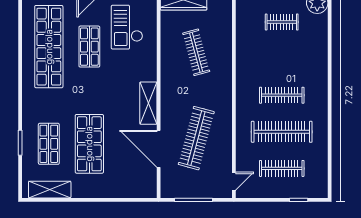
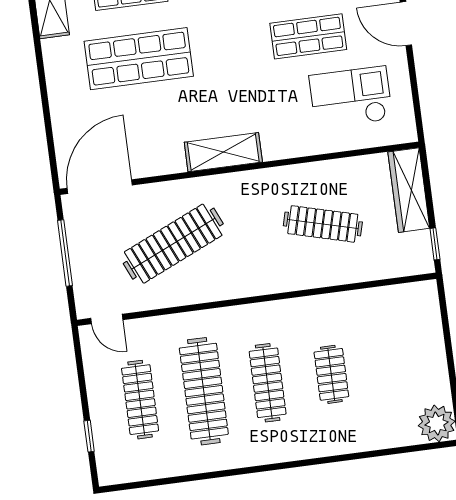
clothes rail: (282, 22) -> (331, 374), moved
clothes rail: (196, 52) -> (323, 224), turned 30
clothes rail: (196, 138) -> (173, 244), turned -39
door: (159, 149) -> (100, 187), moved

